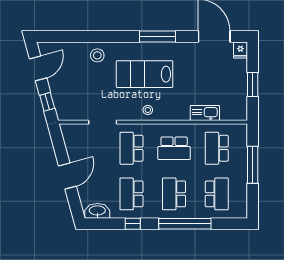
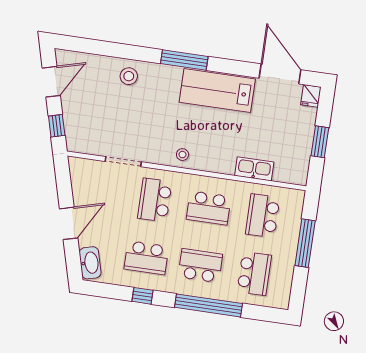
window: (157, 37) -> (184, 60), moved
lab bench: (145, 74) -> (217, 91), moved
school desk: (131, 194) -> (146, 258), turned -90
school desk: (174, 194) -> (200, 266), turned 90
washbasin: (97, 211) -> (90, 263), moved, turned 75

